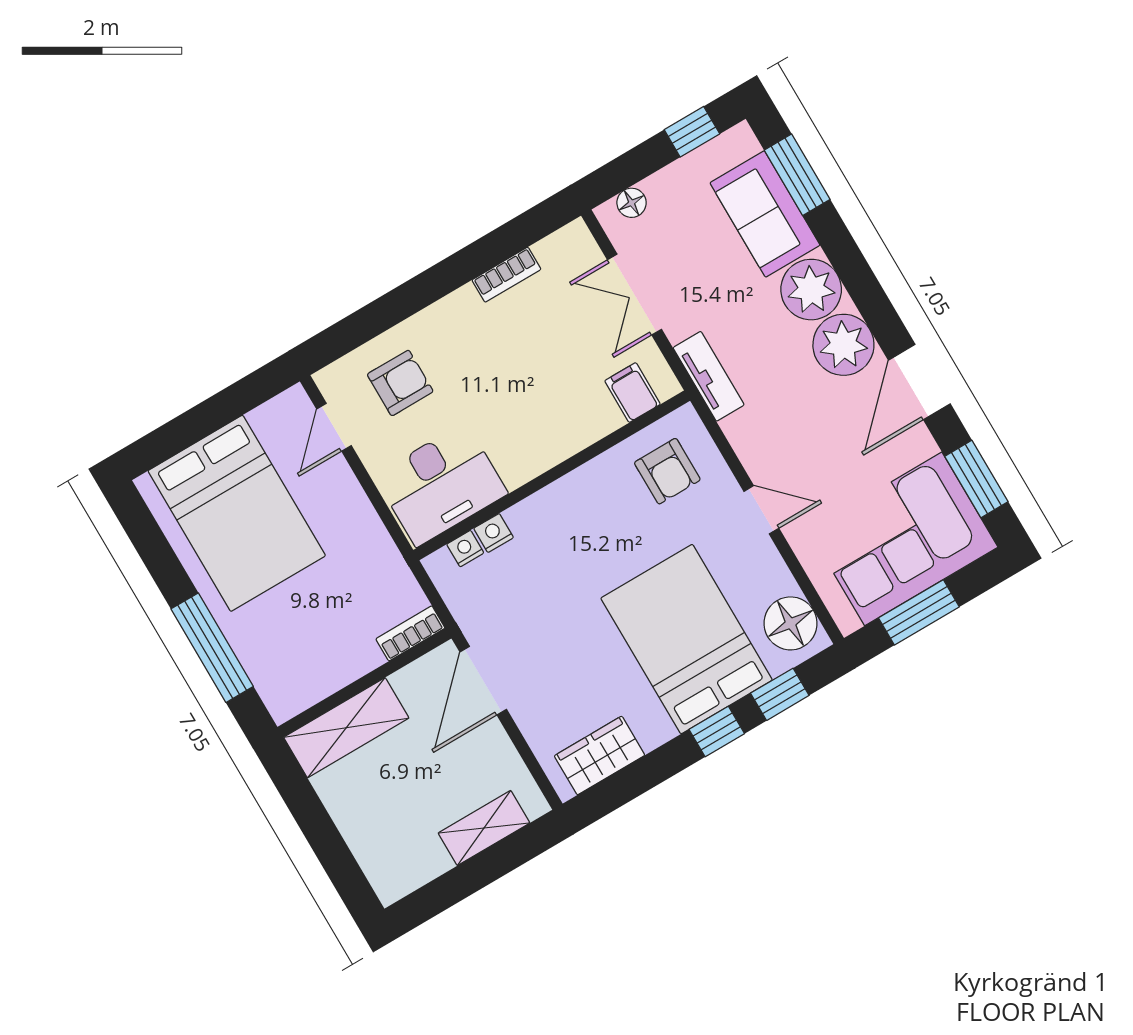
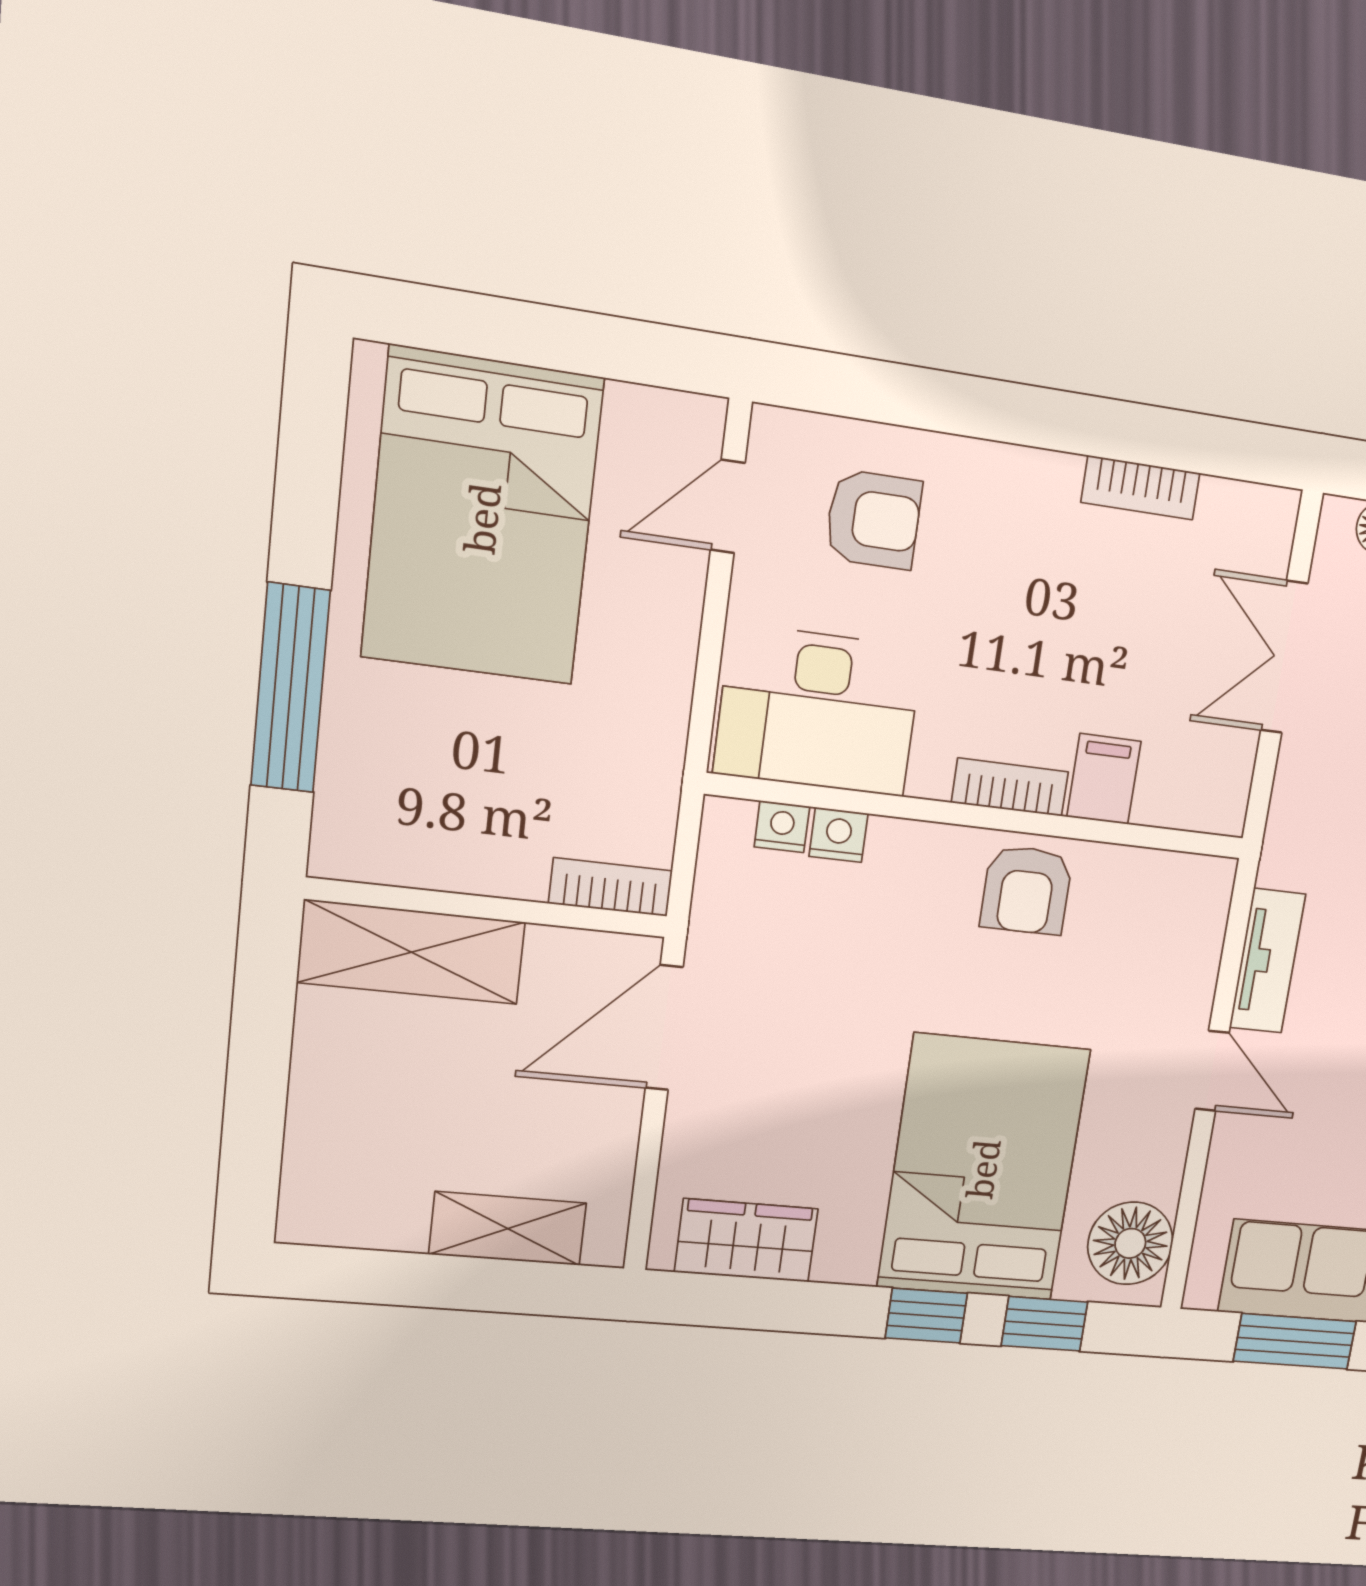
tv unit: (709, 376) -> (1267, 961), moved
filing cabinet: (632, 393) -> (1104, 779), moved
bookcase: (555, 452) -> (1010, 787), added
armchair: (667, 471) -> (1026, 890), moved

